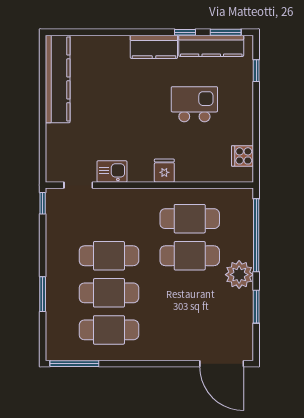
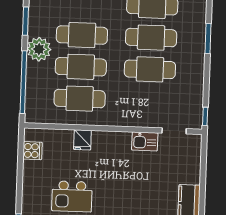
fridge: (164, 171) -> (82, 140), moved
cafe table: (190, 293) -> (82, 35), added

